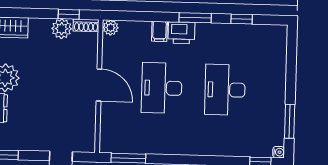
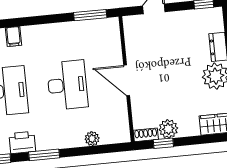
plant: (111, 28) -> (92, 139), moved
filing cabinet: (159, 31) -> (14, 36), moved, turned 180
printer: (182, 33) -> (22, 142), moved

